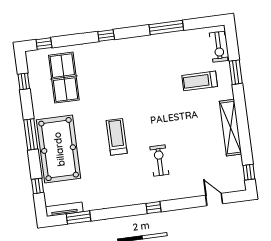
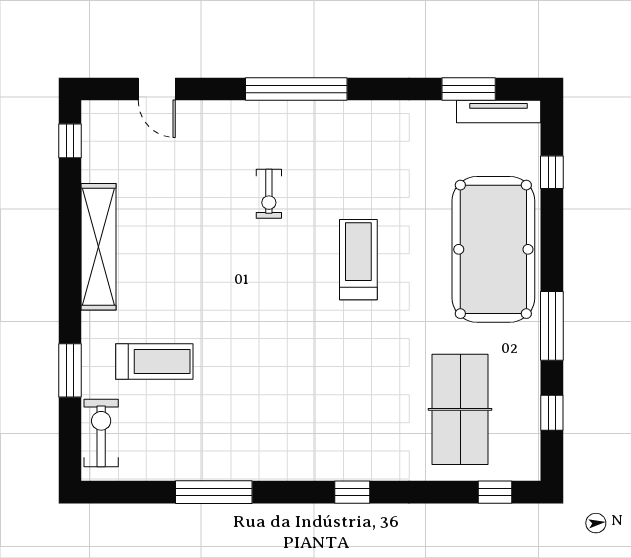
window: (31, 134) -> (552, 326), moved
treadmill: (117, 137) -> (358, 260), turned 180
exercise bike: (159, 160) -> (269, 194), width x0.73, depth x0.72
window: (153, 208) -> (296, 89), width x3.17

